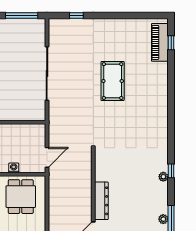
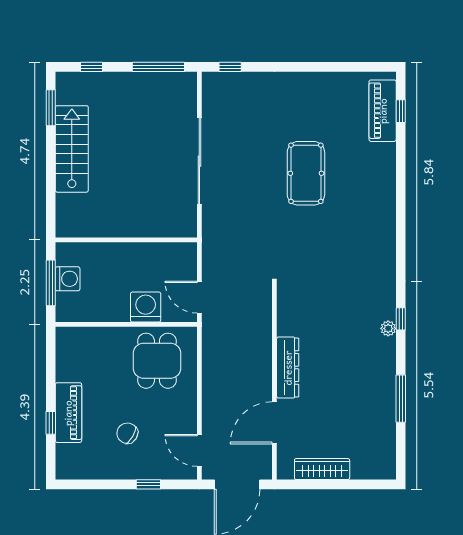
window: (76, 15) -> (230, 67), moved
door: (47, 157) -> (199, 297), swing flipped
washing machine: (14, 168) -> (146, 307), width x1.89, depth x1.89
plant: (163, 219) -> (388, 397), removed

